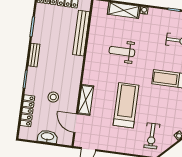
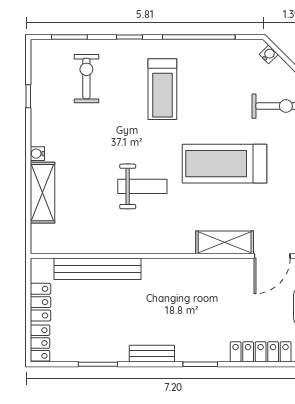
weight bench: (122, 51) -> (142, 186), moved, turned -90
stool: (53, 97) -> (228, 306), removed

